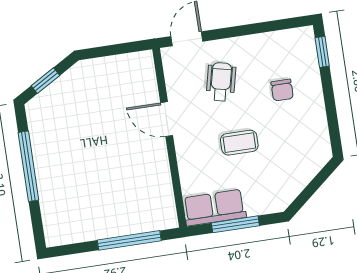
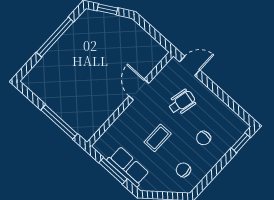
coffee table: (239, 143) -> (158, 138), turned 90
chair: (300, 143) -> (183, 170), added
row of seats: (214, 208) -> (128, 167), moved

